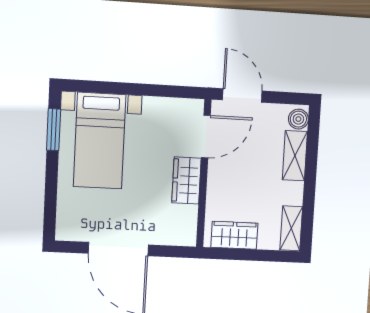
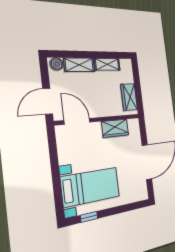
window: (54, 130) -> (89, 217), width x0.67
wardrobe: (186, 181) -> (115, 128), moved
shelving: (291, 228) -> (107, 64), moved

